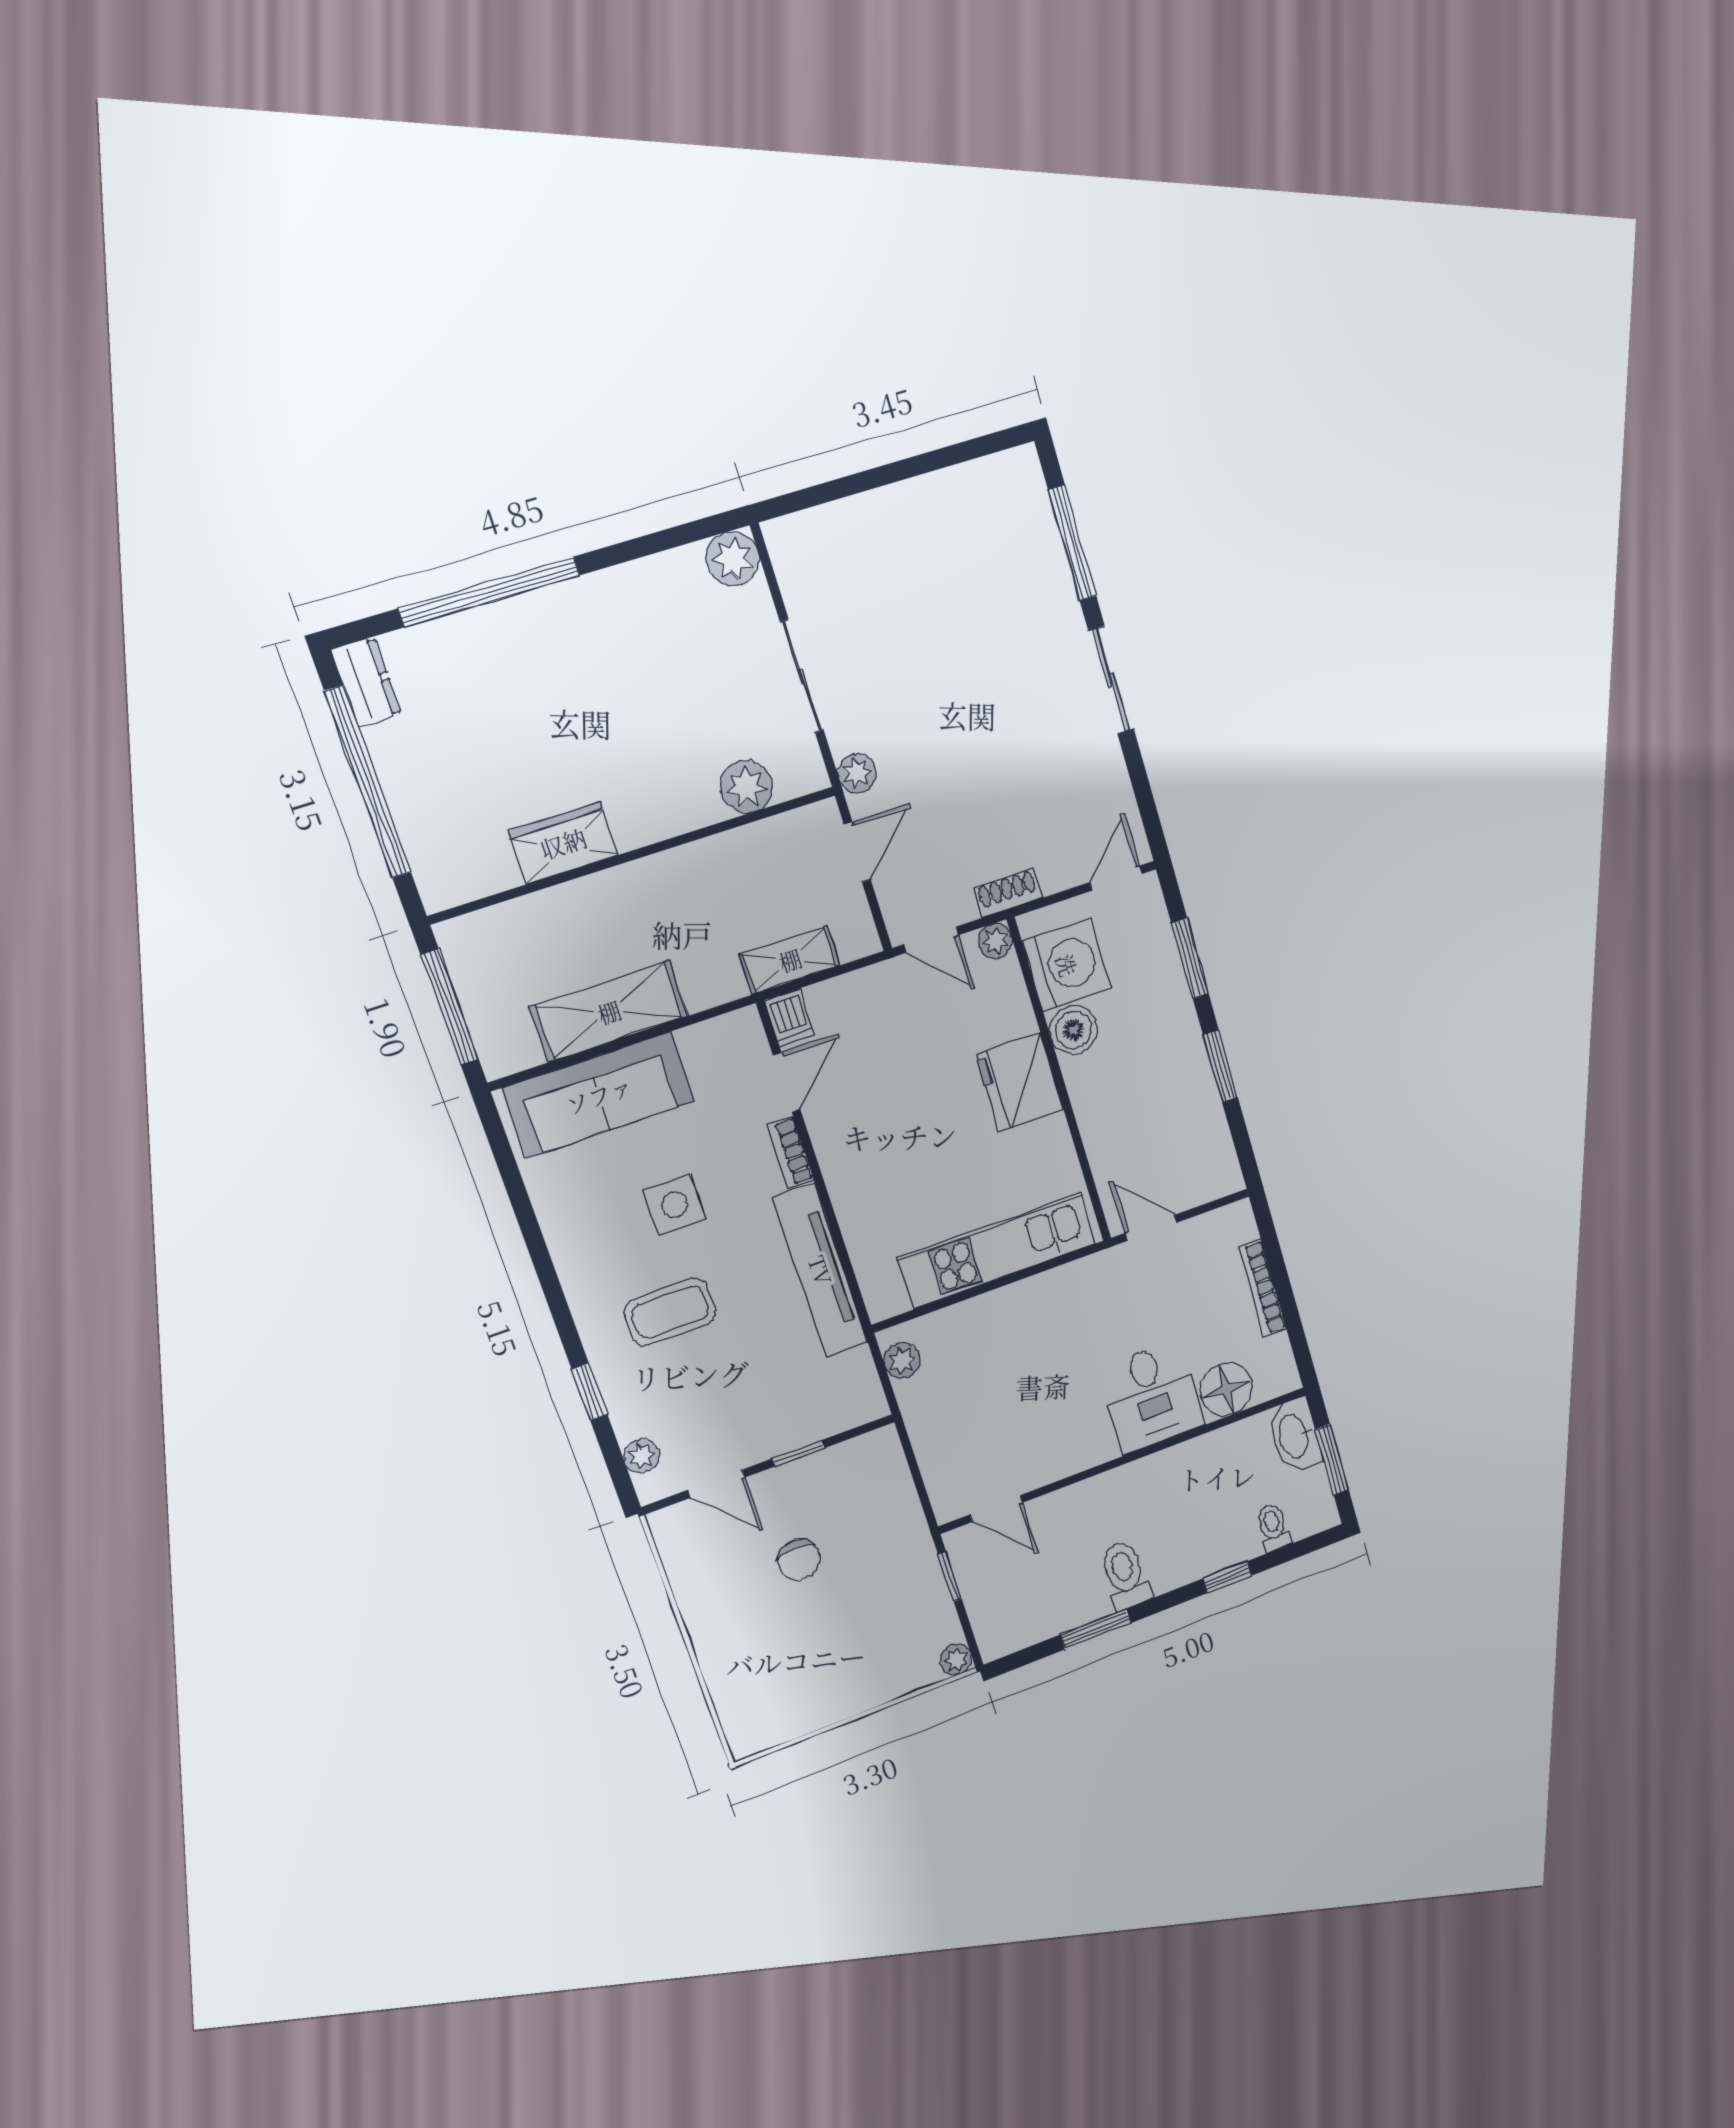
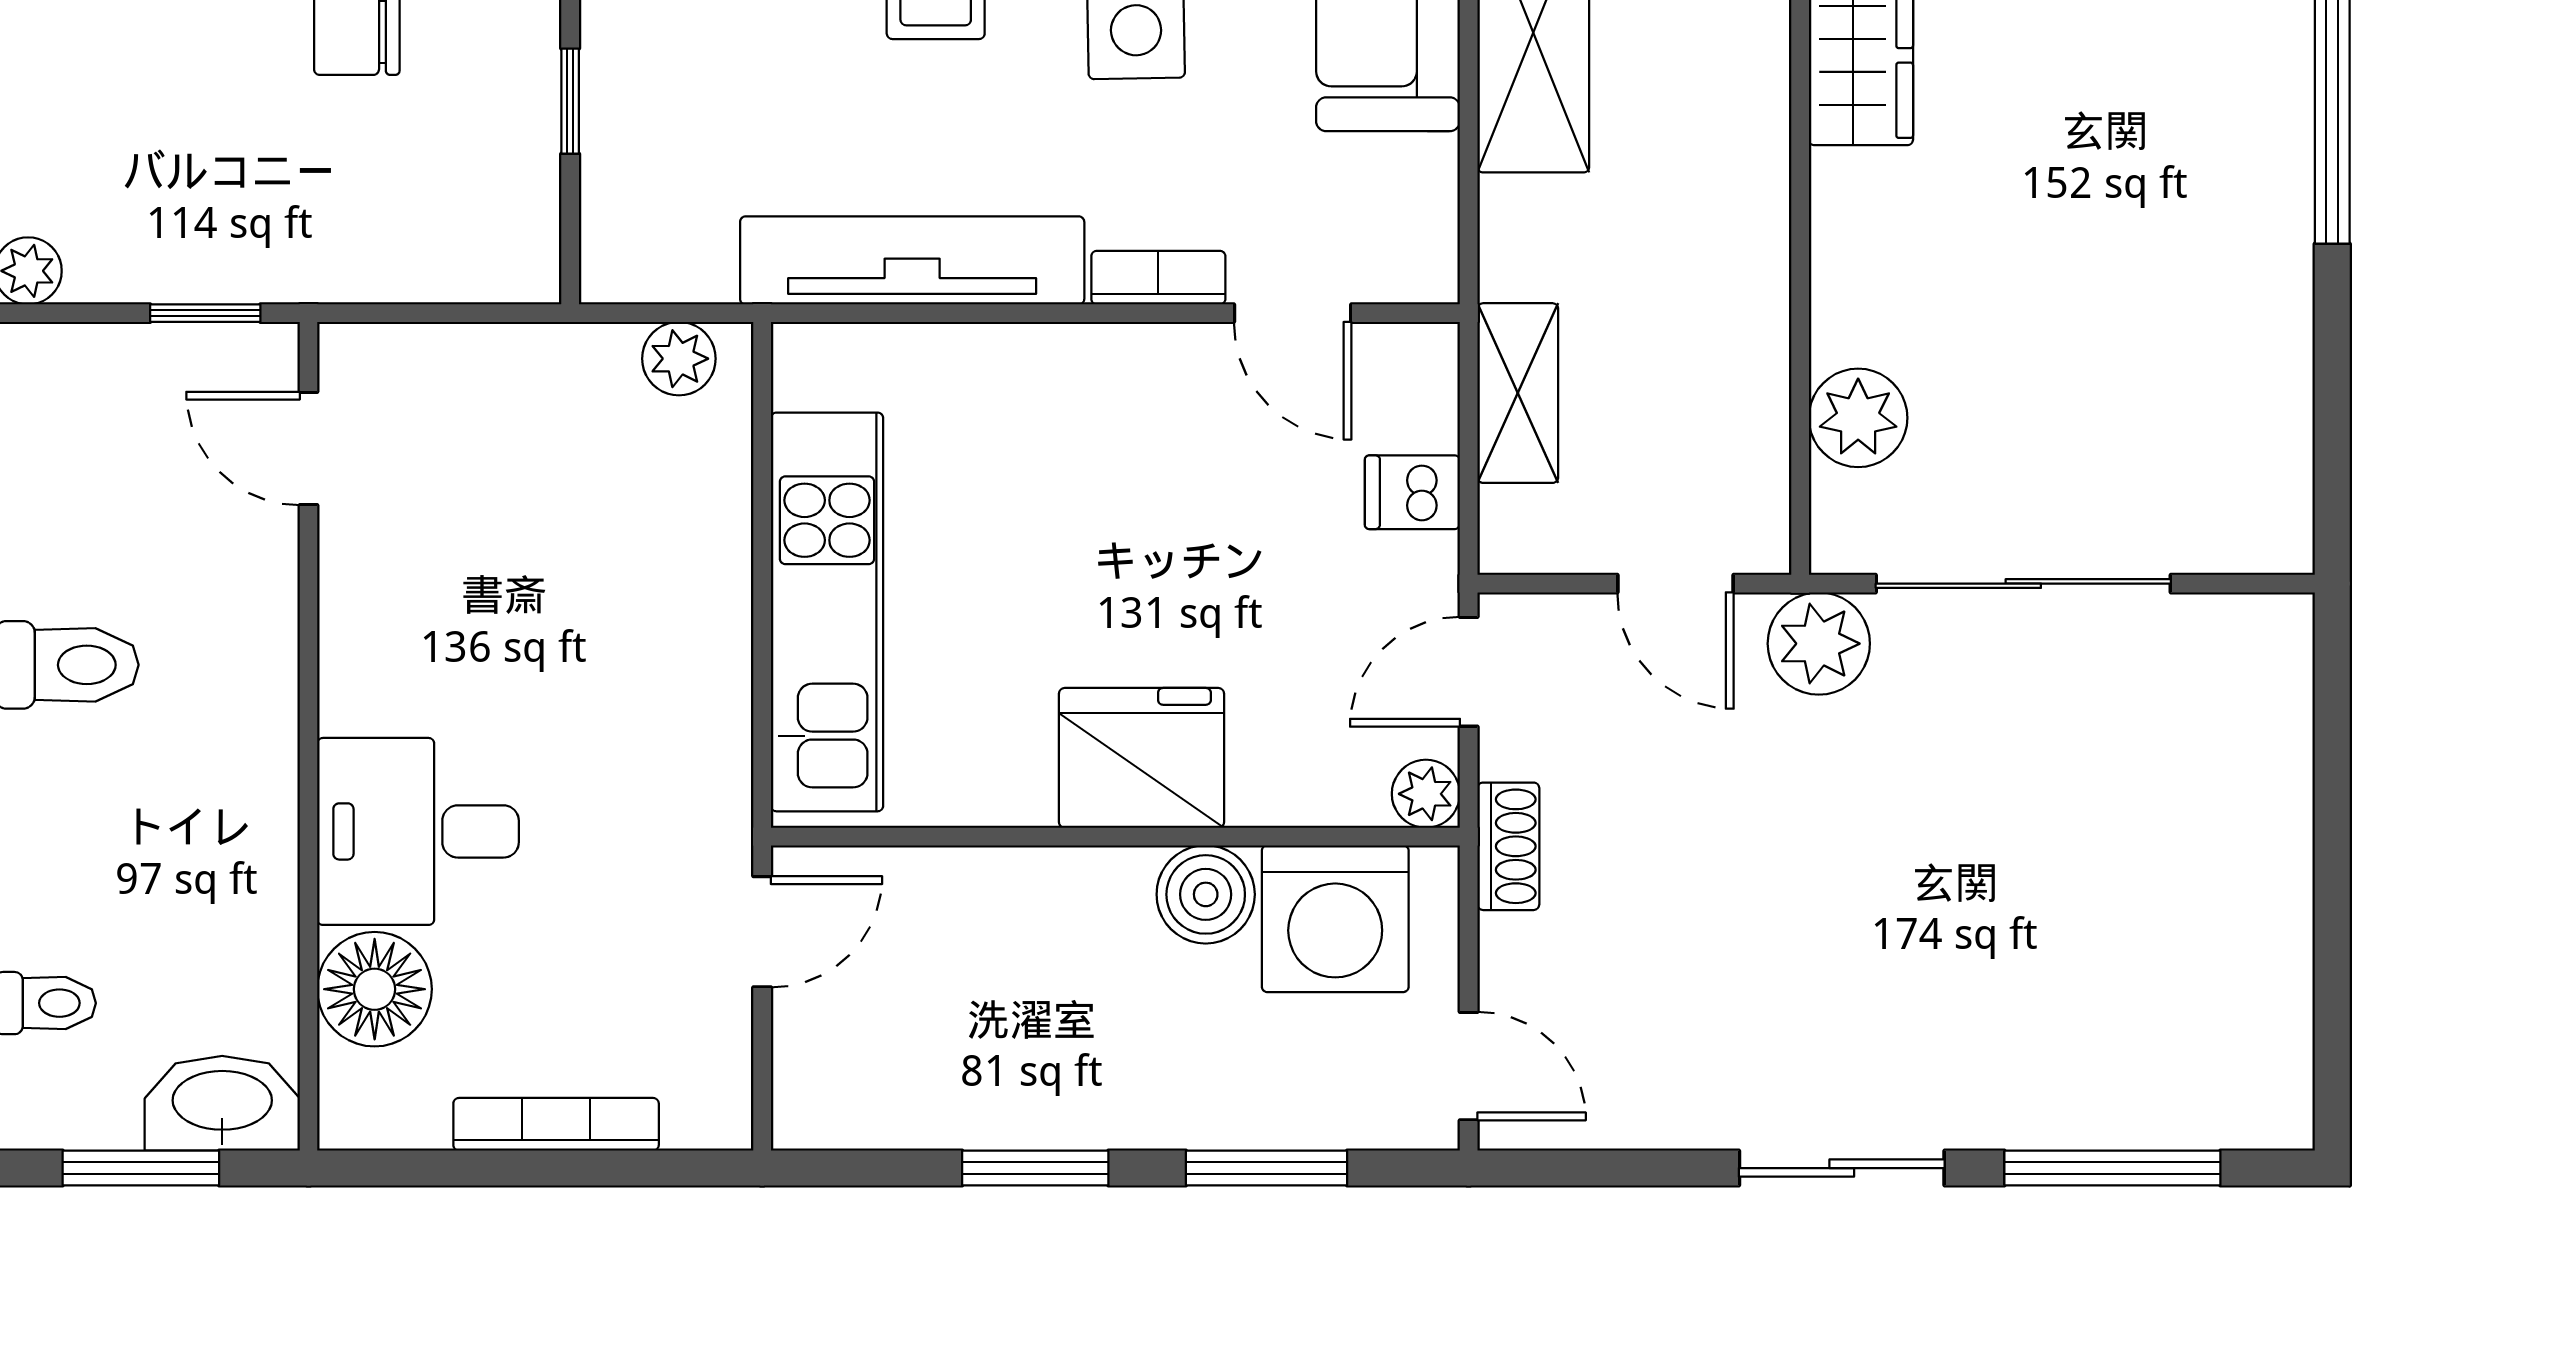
plant: (733, 559) -> (2265, 525), removed
sliding door: (802, 676) -> (2023, 584), width x1.37
plant: (857, 773) -> (1819, 644), width x1.38, depth x1.38
dishwasher: (790, 1017) -> (1412, 492), moved
door: (996, 1509) -> (309, 448), hinge flipped

